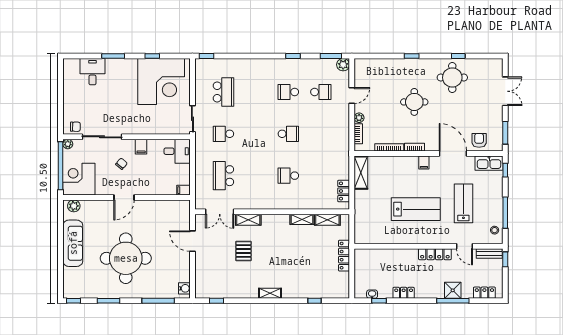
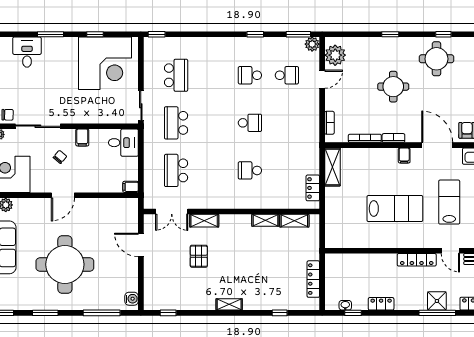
plant: (359, 118) -> (335, 55), moved, width x1.87, depth x1.87
school desk: (223, 134) -> (176, 123), width x1.85
locker: (344, 256) -> (313, 279), moved

